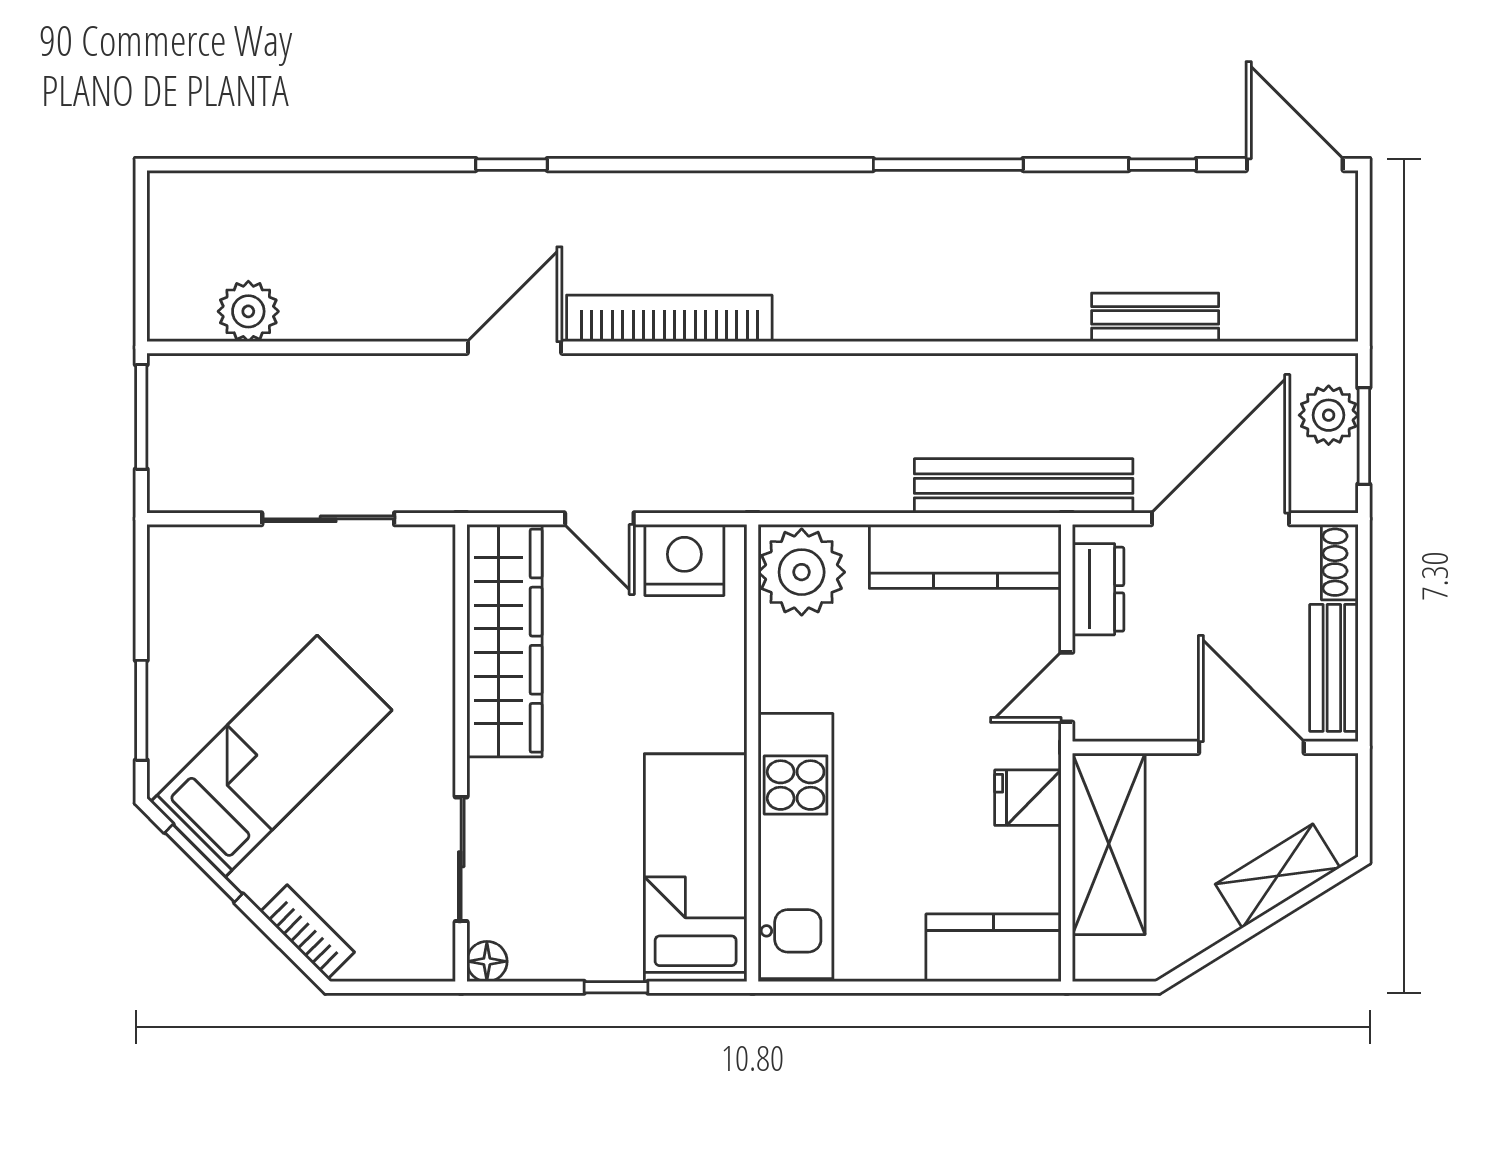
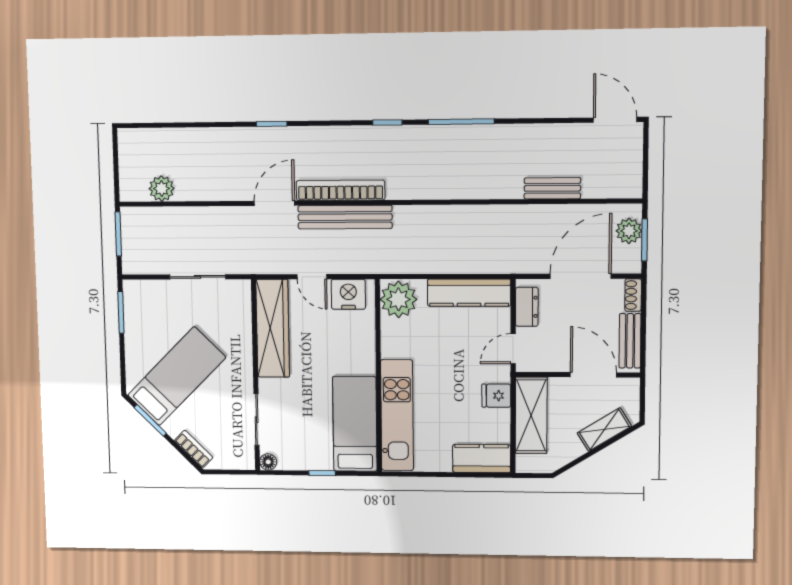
window: (1163, 165) -> (387, 122), moved
bench: (1024, 486) -> (345, 217), moved
window: (141, 710) -> (121, 312), moved

